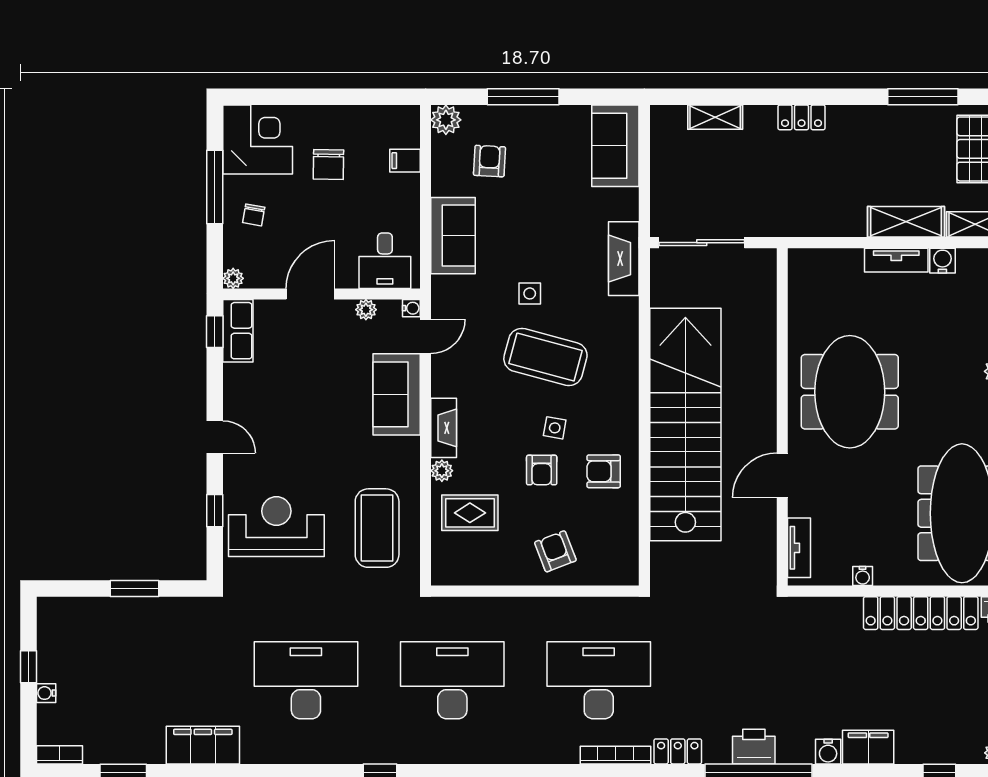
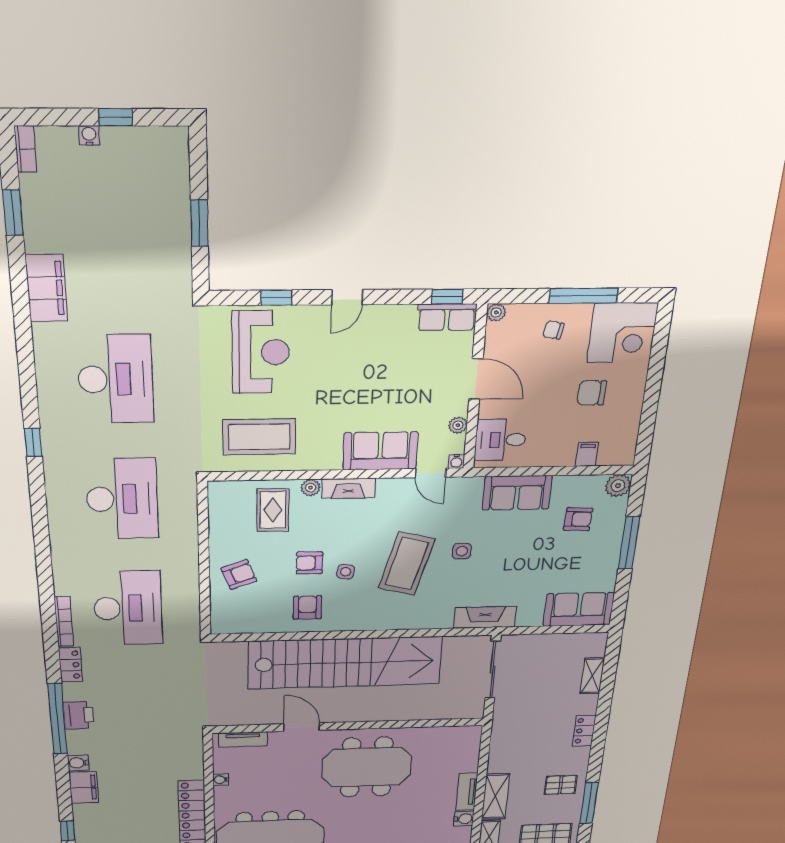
pallet: (890, 138) -> (561, 785), added

